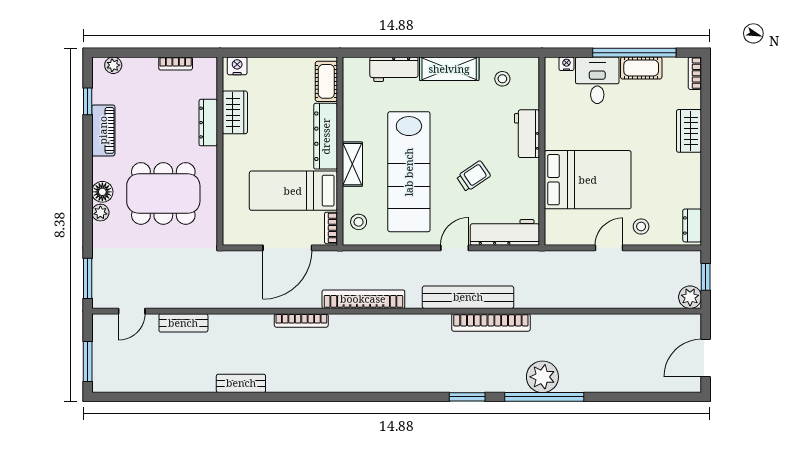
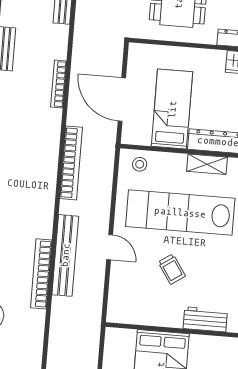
shelving: (352, 164) -> (207, 164), moved
bookcase: (331, 228) -> (136, 139), removed
workbench: (505, 232) -> (120, 293), removed
bookcase: (301, 320) -> (59, 84), moved

